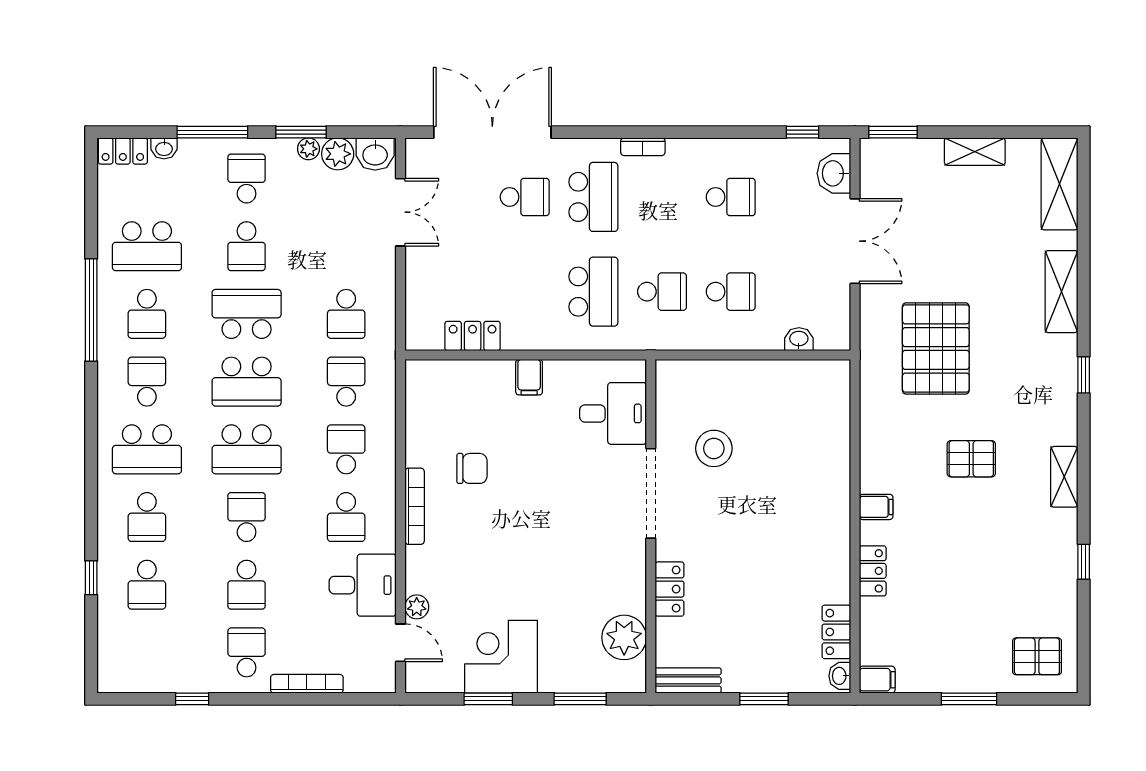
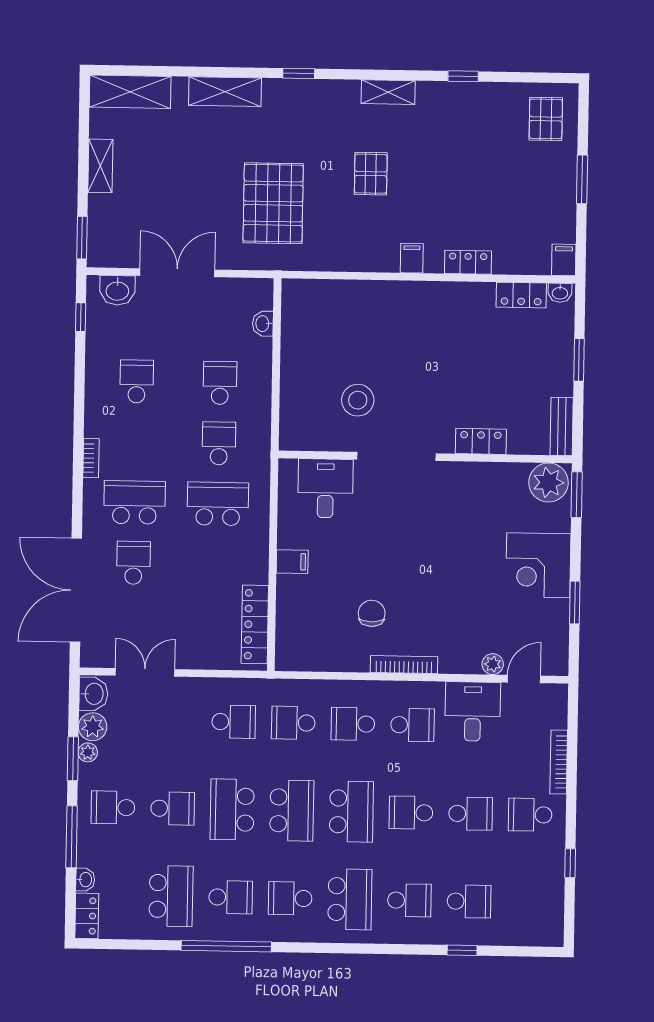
locker: (473, 336) -> (255, 624), width x1.53
pallet: (936, 348) -> (273, 203), turned 90
plant: (624, 637) -> (548, 482), moved
corner desk: (501, 657) -> (538, 565), moved
window: (580, 699) -> (577, 495), moved

